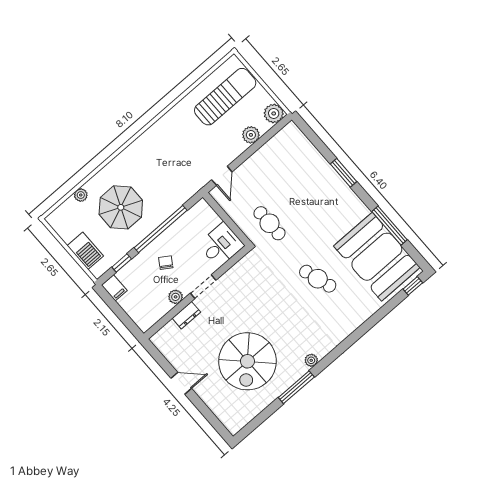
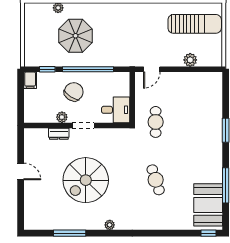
plant: (274, 113) -> (215, 59), removed
barbecue: (85, 251) -> (32, 43), removed
booth: (377, 257) -> (208, 205), width x0.73, depth x0.70
chair: (166, 263) -> (74, 92), width x1.87, depth x1.87
spiral stairs: (247, 361) -> (86, 180), moved
window: (296, 387) -> (70, 233), moved

